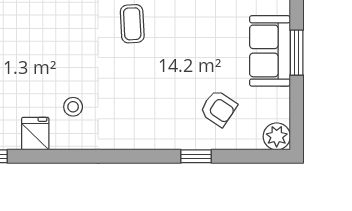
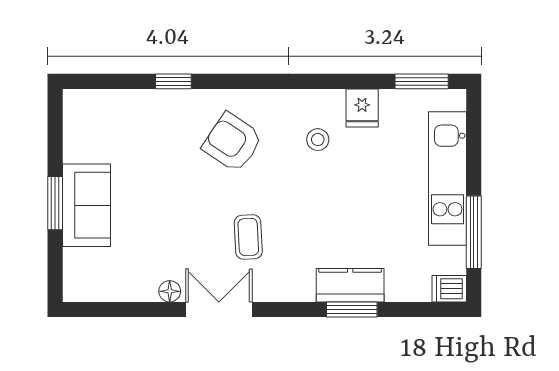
armchair: (218, 108) -> (232, 142), moved, width x1.38, depth x1.38
plant: (277, 136) -> (78, 105), removed

